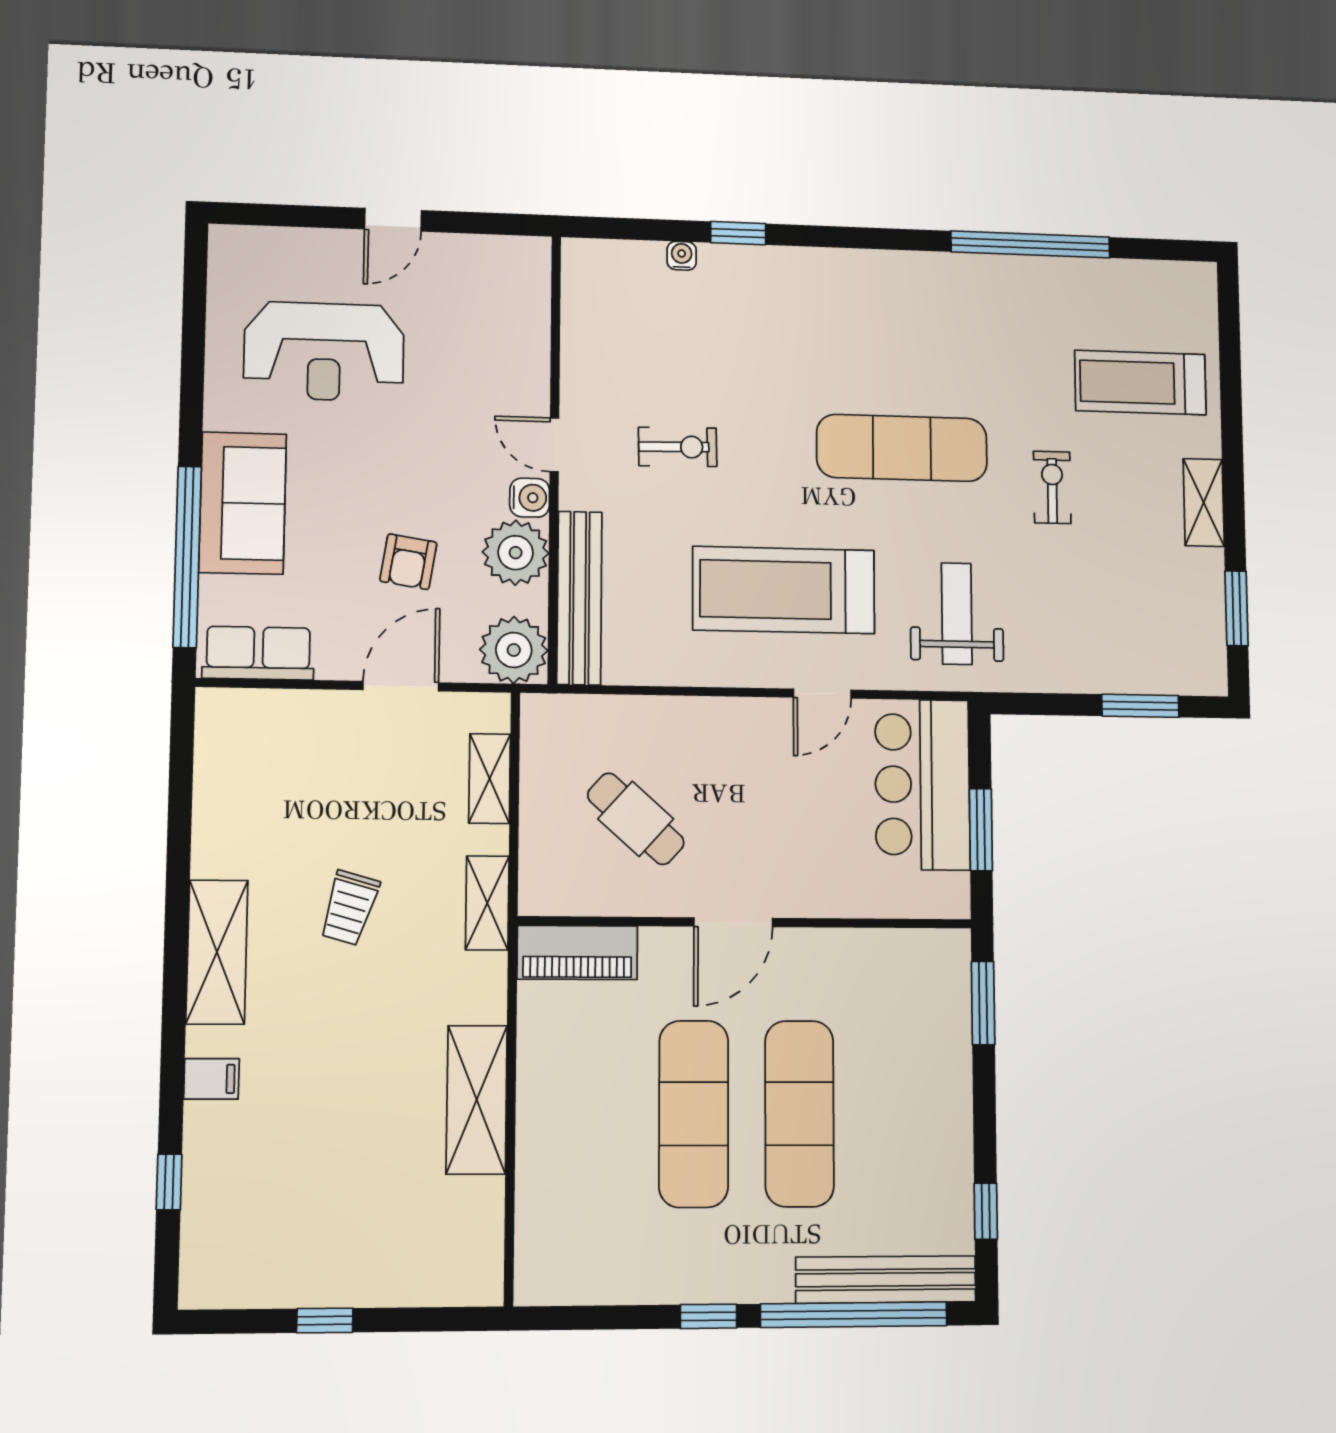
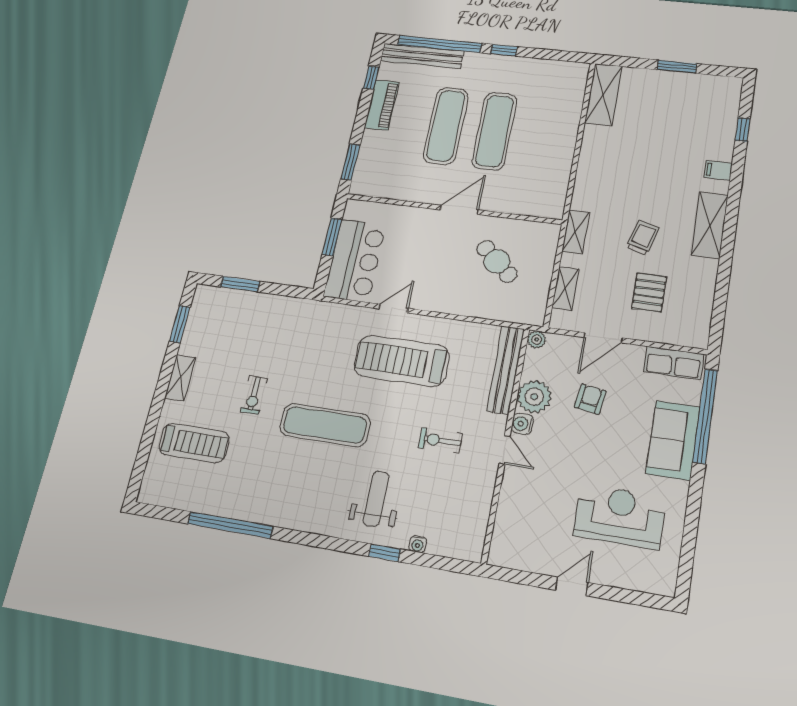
treadmill: (784, 590) -> (401, 361), turned 180
weight bench: (957, 614) -> (376, 499), moved, turned 180
plant: (514, 650) -> (537, 340), width x0.53, depth x0.53
pallet: (322, 791) -> (649, 292), added
piano: (577, 952) -> (382, 105), moved, turned 90
shelving: (477, 1100) -> (603, 94), moved
window: (325, 1321) -> (677, 67), width x1.50

